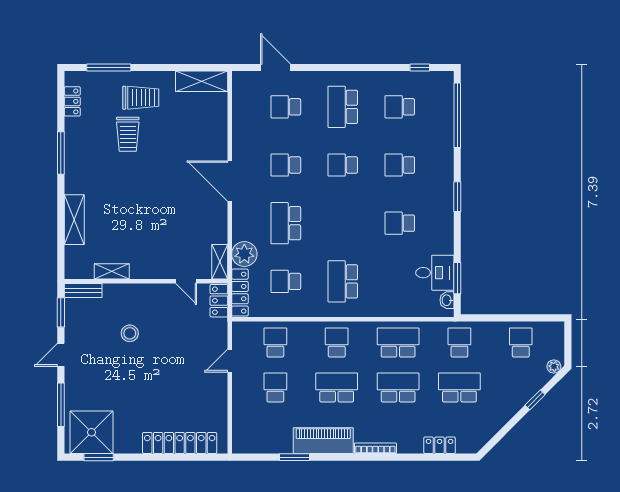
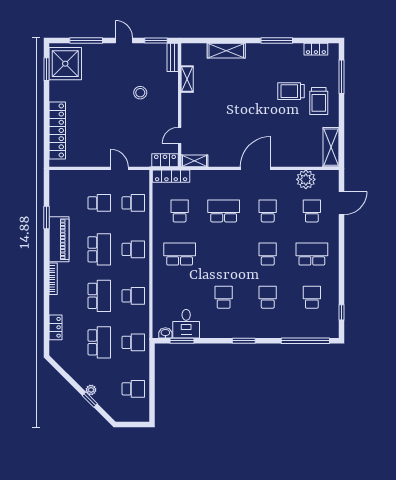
plant: (244, 254) -> (306, 179), moved
school desk: (398, 343) -> (133, 296), width x0.54
plant: (554, 367) -> (91, 390), moved

